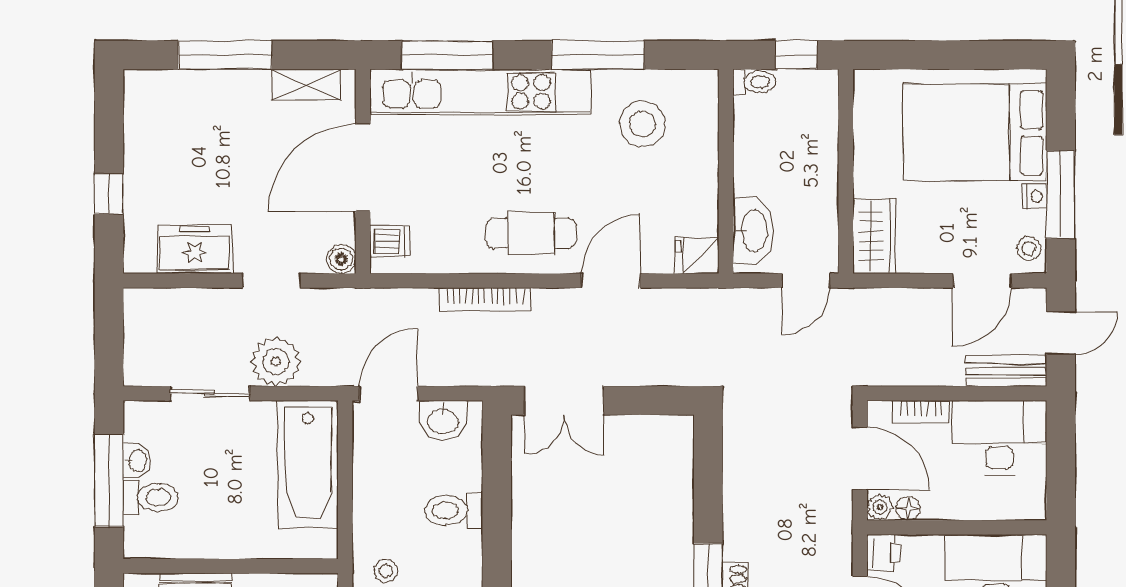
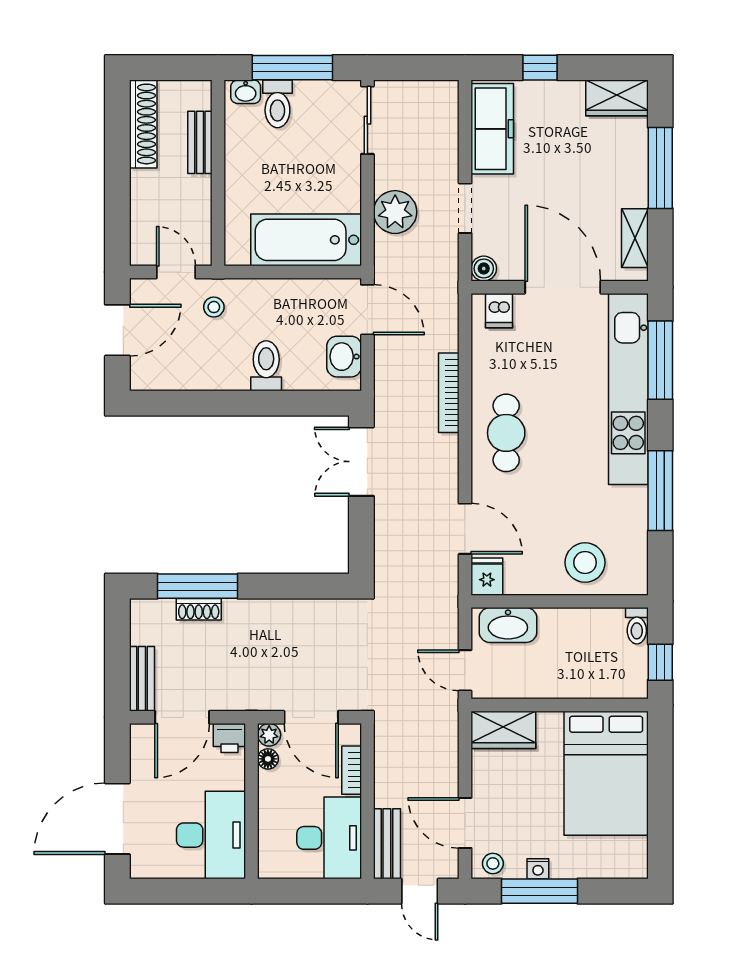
wardrobe: (144, 105) -> (617, 98), added
stool: (642, 124) -> (585, 563), moved
bed: (975, 133) -> (606, 773), moved, turned 180
freezer: (195, 249) -> (492, 129), width x1.40
door: (611, 281) -> (465, 529), moved
sliding door: (210, 393) -> (367, 120), moved
door: (860, 458) -> (311, 717), hinge flipped
washbasin: (137, 461) -> (246, 92), moved

